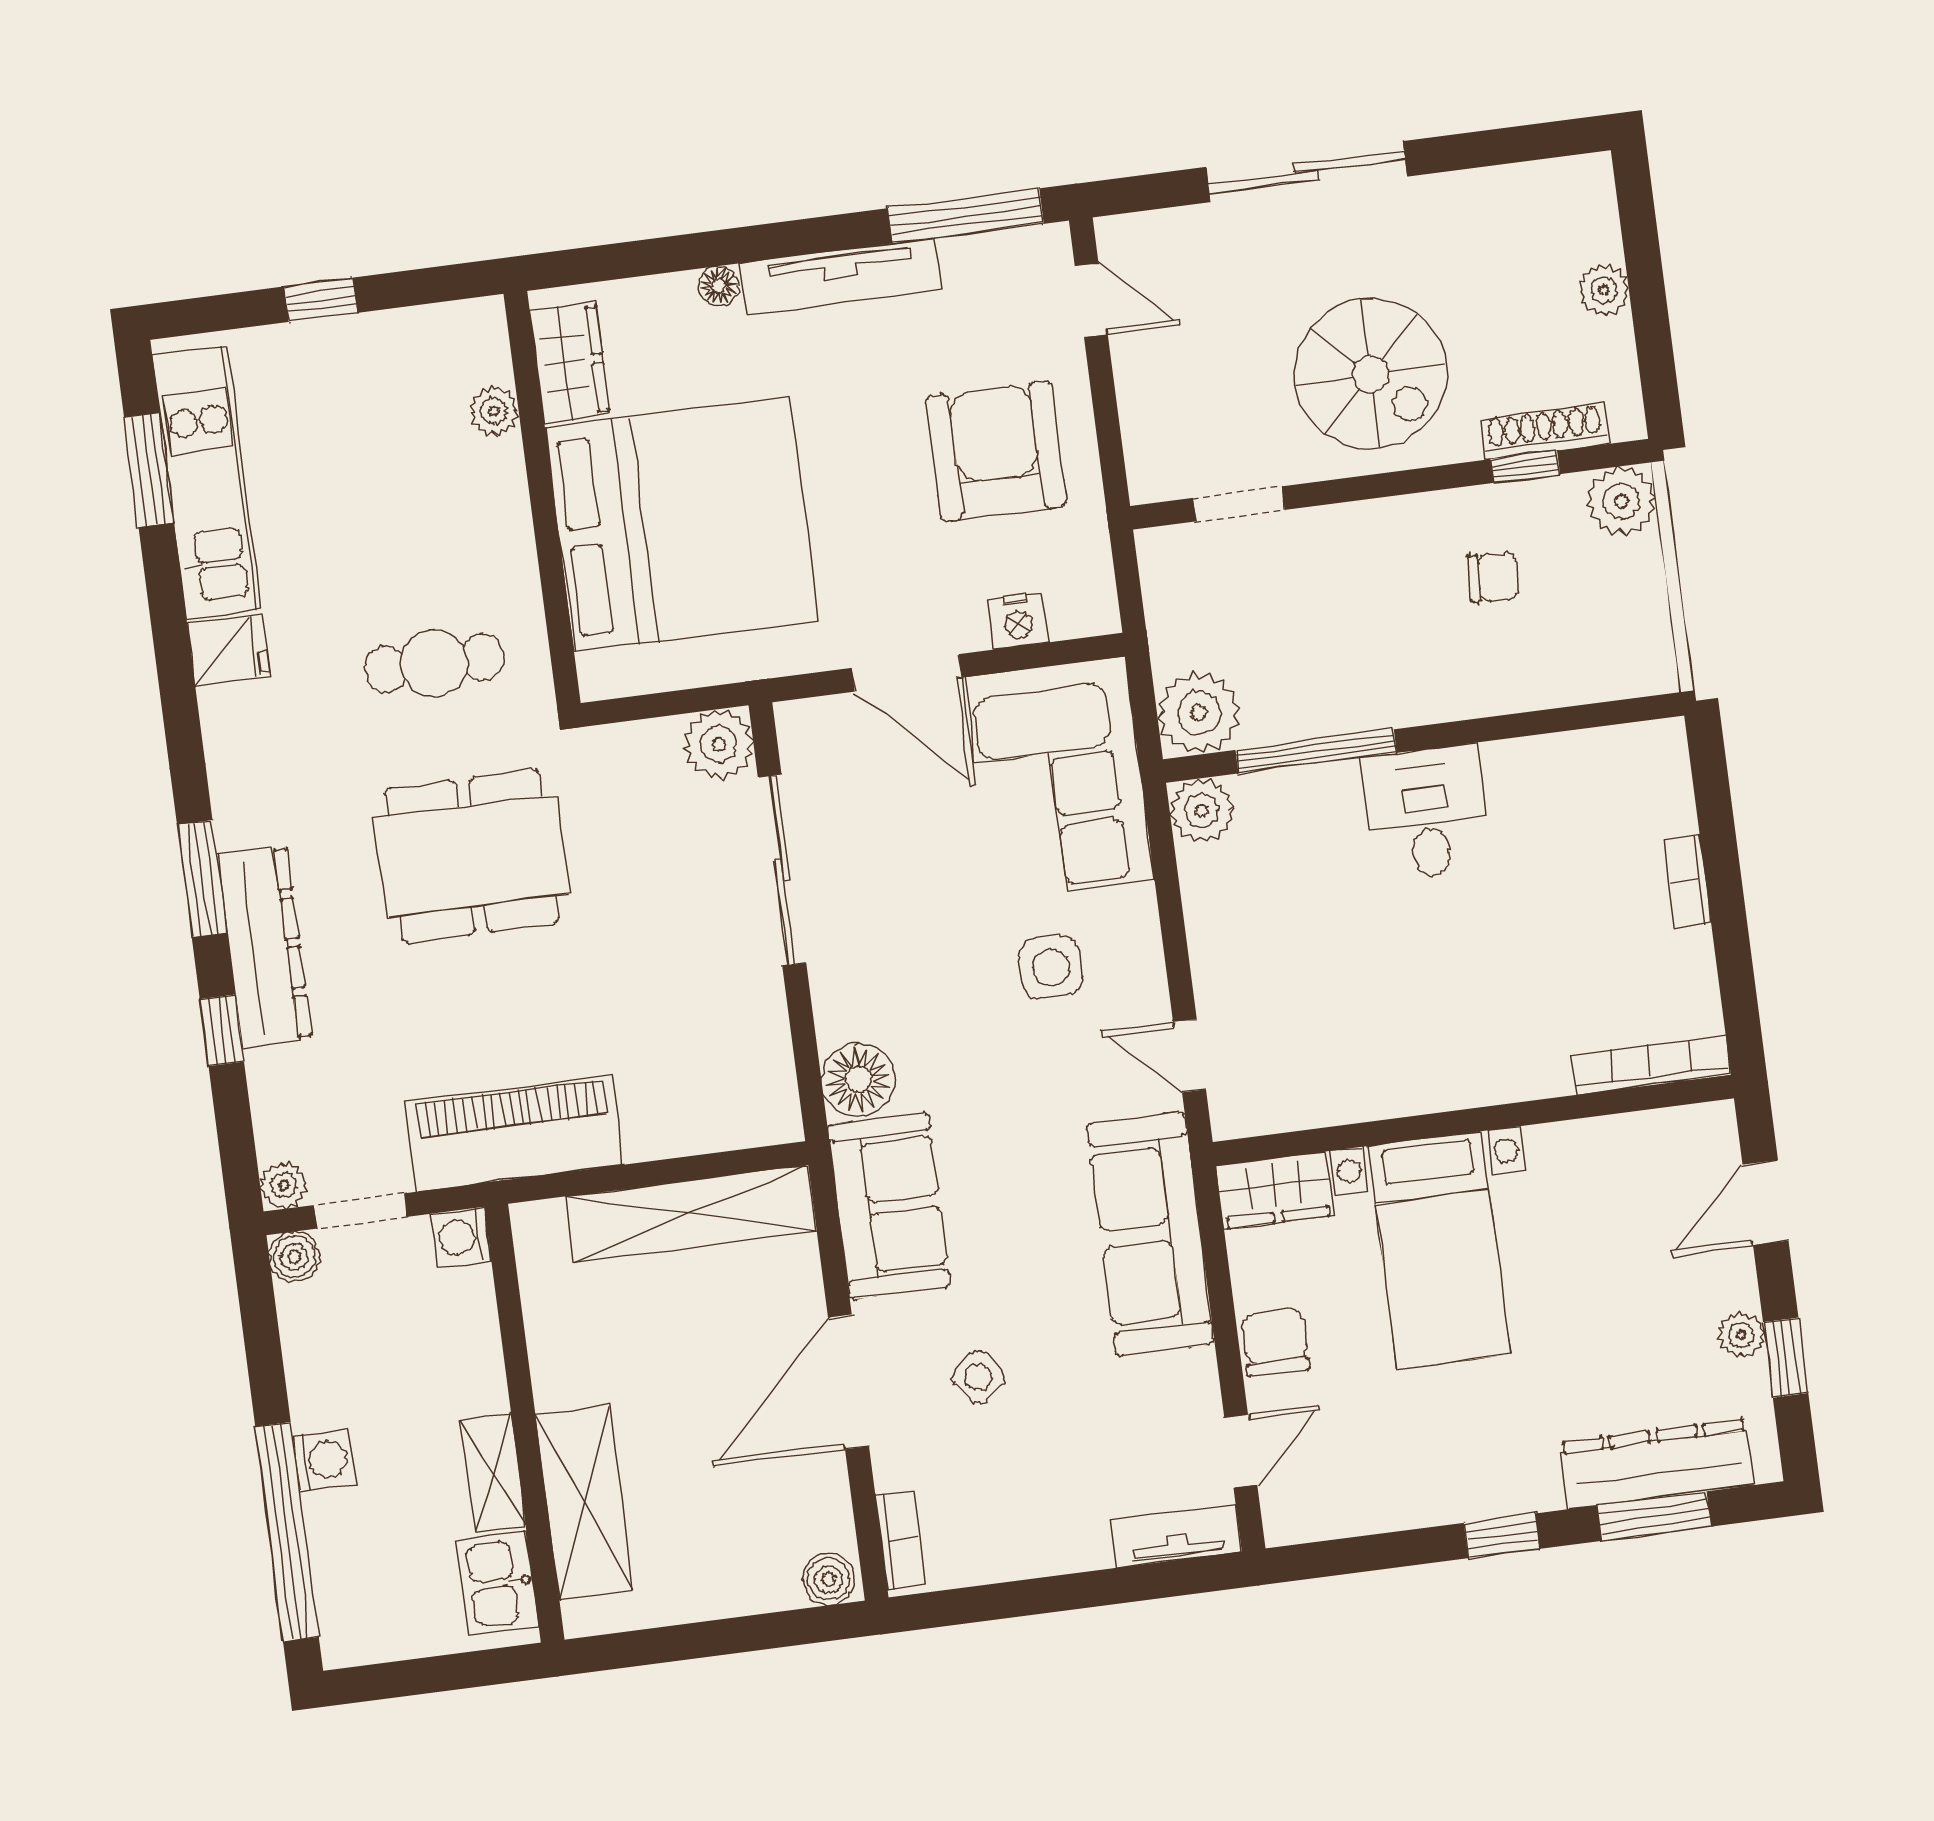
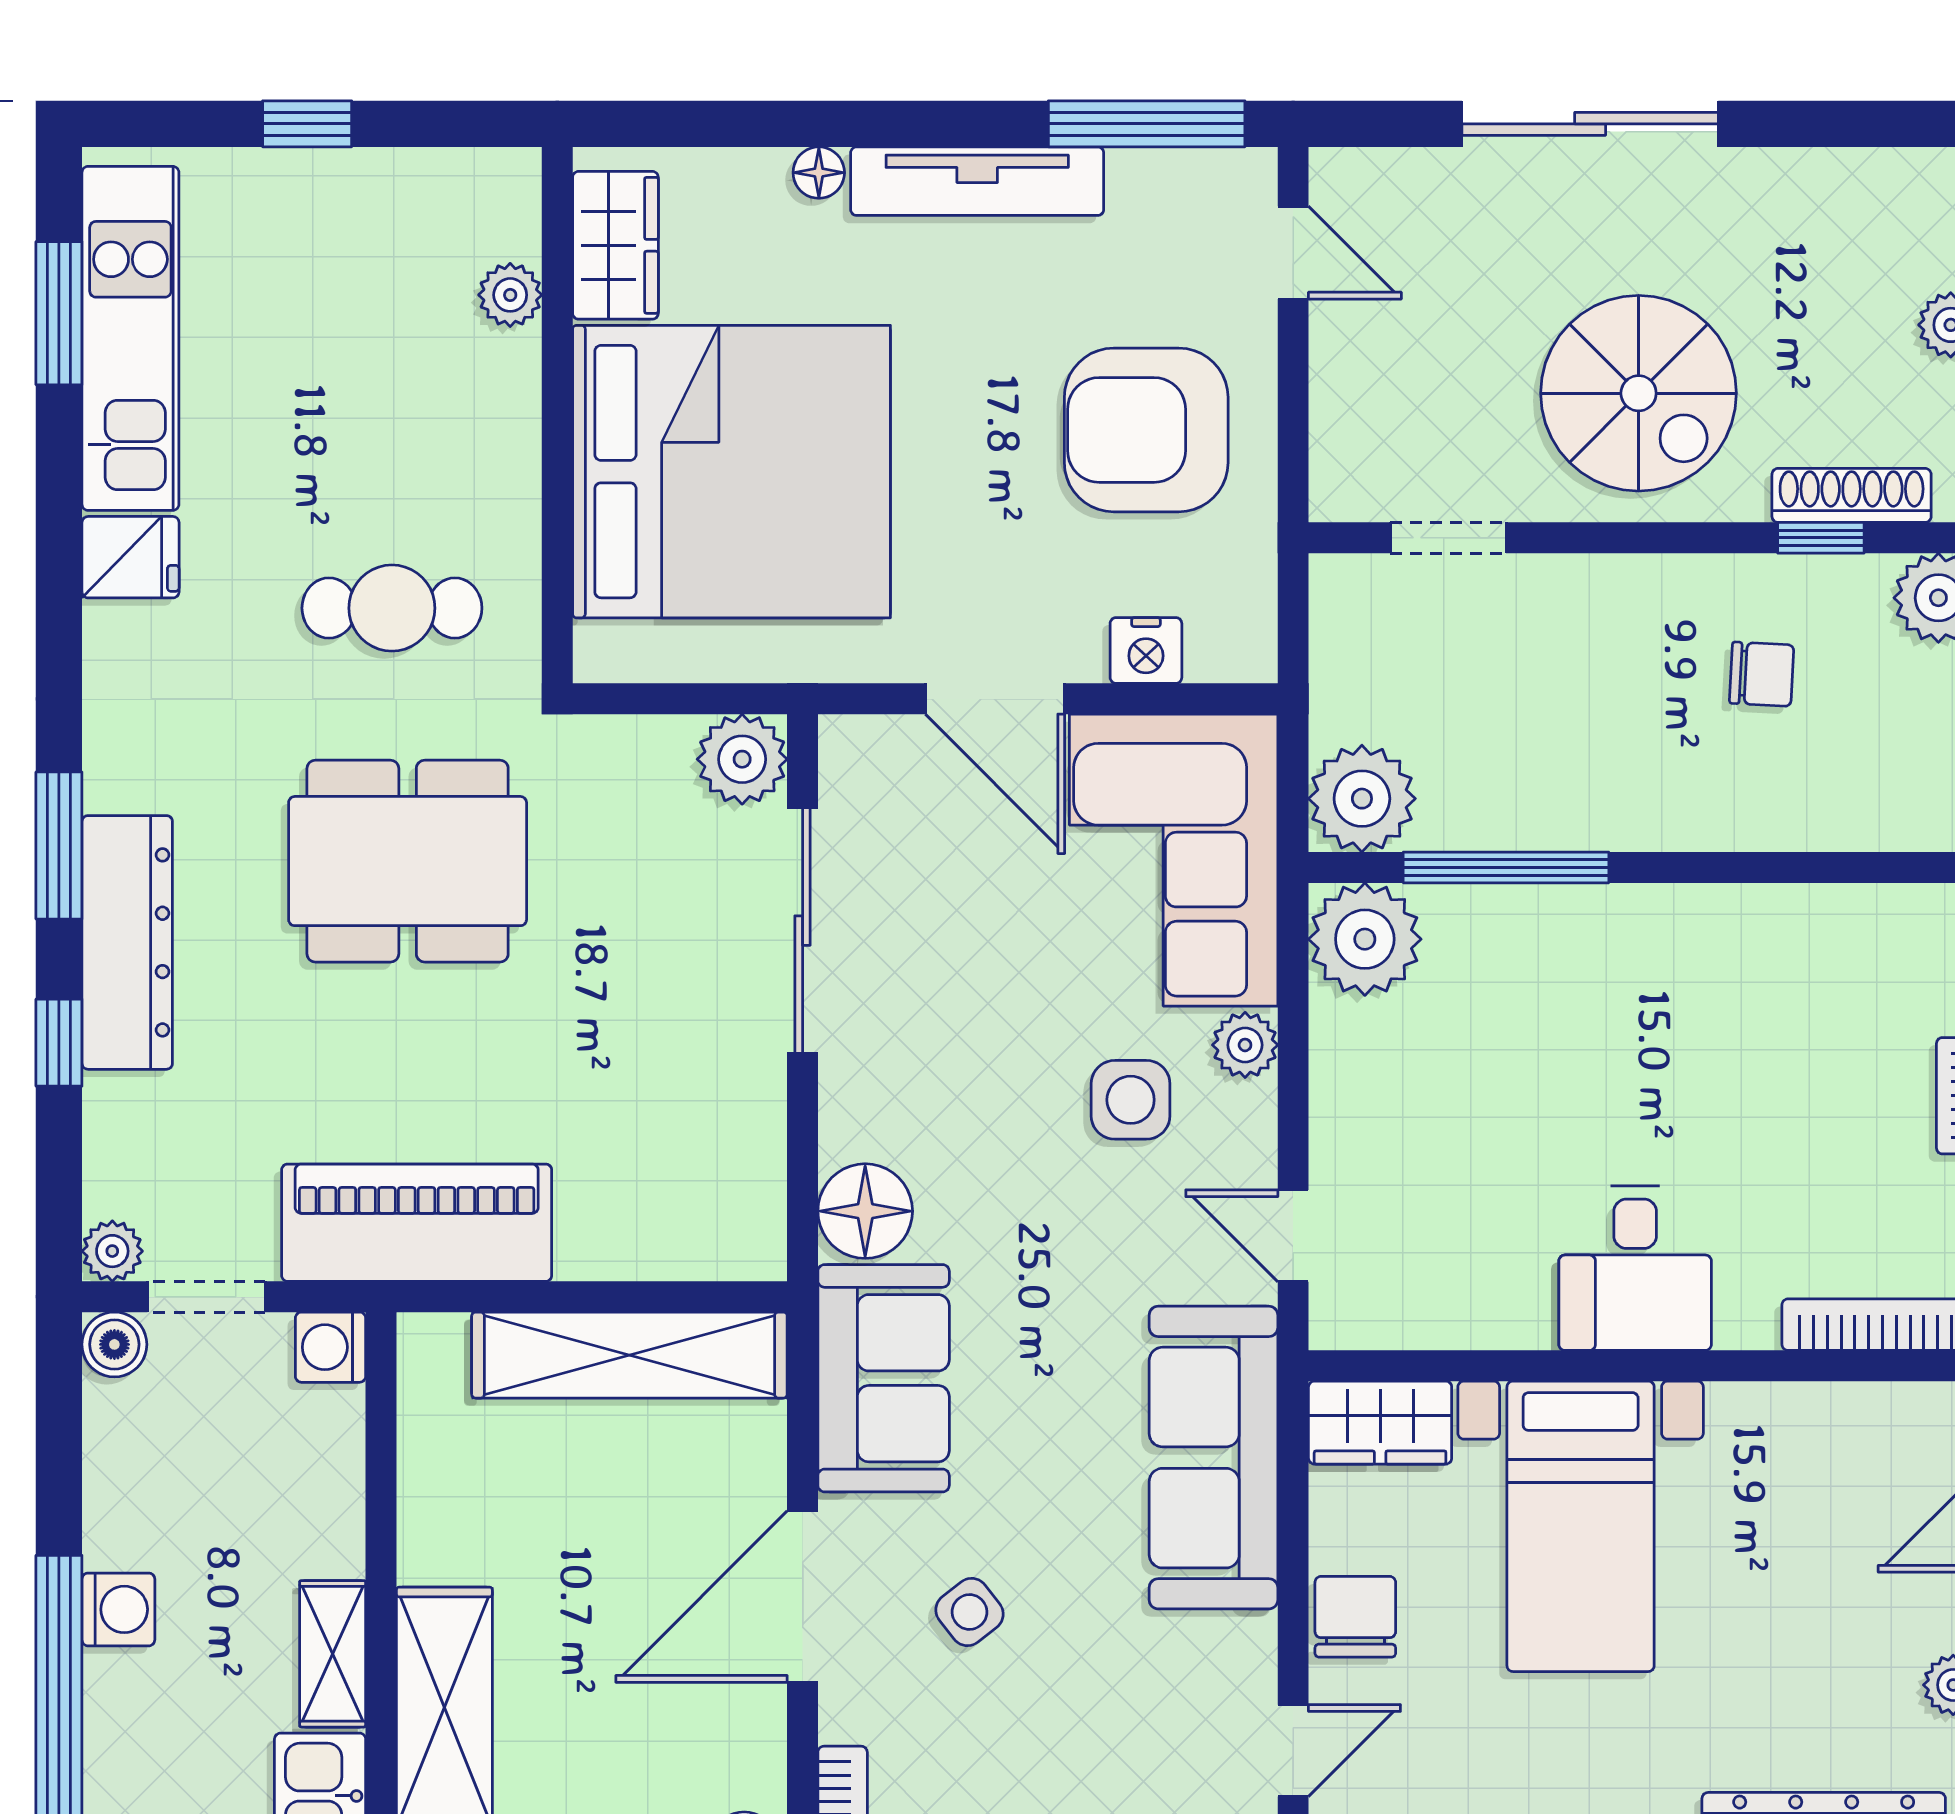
armchair: (996, 451) -> (1146, 430), turned -90
plant: (1202, 811) -> (1365, 939), width x1.36, depth x1.36
desk: (1426, 813) -> (1635, 1268), moved, turned 180
plant: (1133, 914) -> (1245, 1045), added

